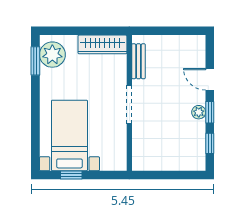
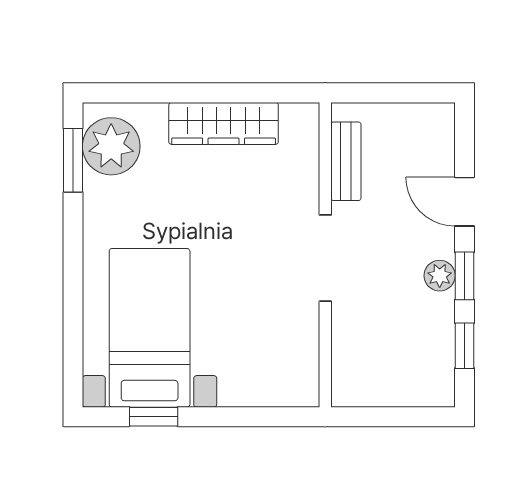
bench: (138, 61) -> (346, 161), moved
wall: (129, 103) -> (325, 255), moved
doorway: (129, 104) -> (325, 258), moved

